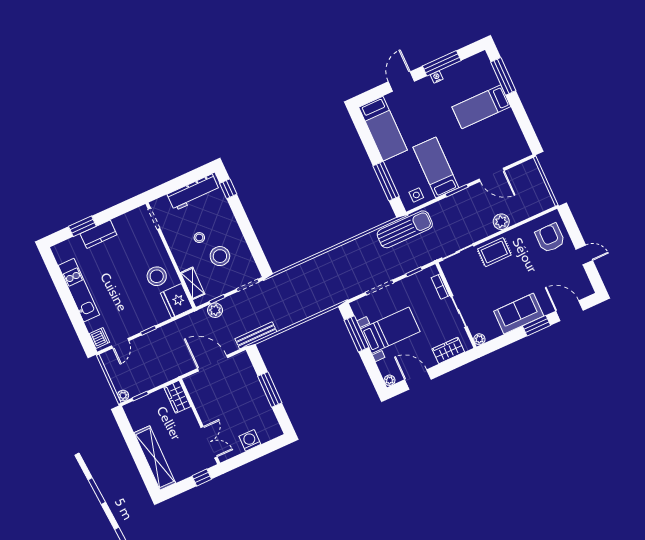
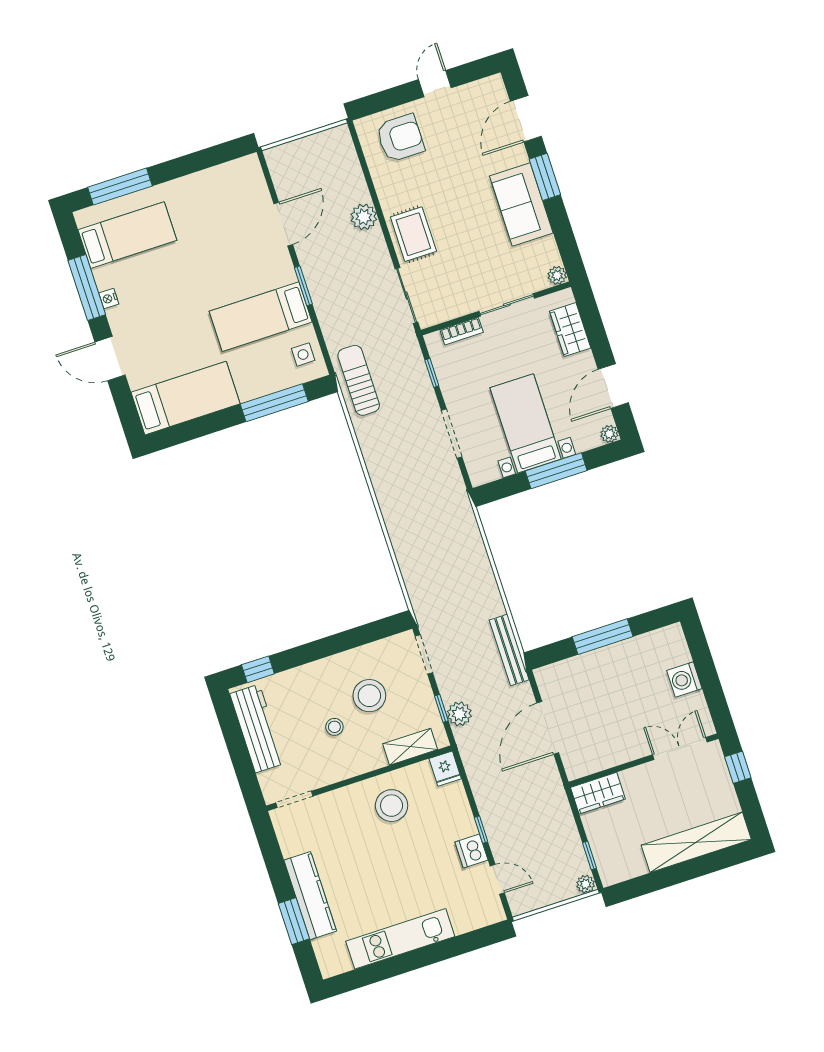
bed: (481, 107) -> (127, 235), moved, turned -90
sun lounger: (405, 229) -> (359, 380), width x0.73, depth x0.75
kitchen counter: (98, 234) -> (310, 896), width x1.50
armchair: (550, 238) -> (400, 138), turned 180
fridge: (177, 301) -> (445, 769), width x0.53, depth x0.75
window: (356, 334) -> (556, 471), moved
dishwasher: (99, 338) -> (471, 851), moved, turned -90

